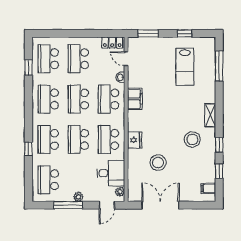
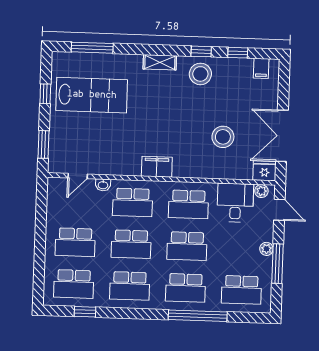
locker: (112, 43) -> (54, 195), removed
lab bench: (185, 67) -> (92, 95), width x1.36, depth x1.39
filing cabinet: (135, 99) -> (157, 167), moved
stool: (192, 139) -> (200, 74), moved
fridge: (135, 140) -> (264, 171), moved
window: (28, 149) -> (198, 316), width x3.17

